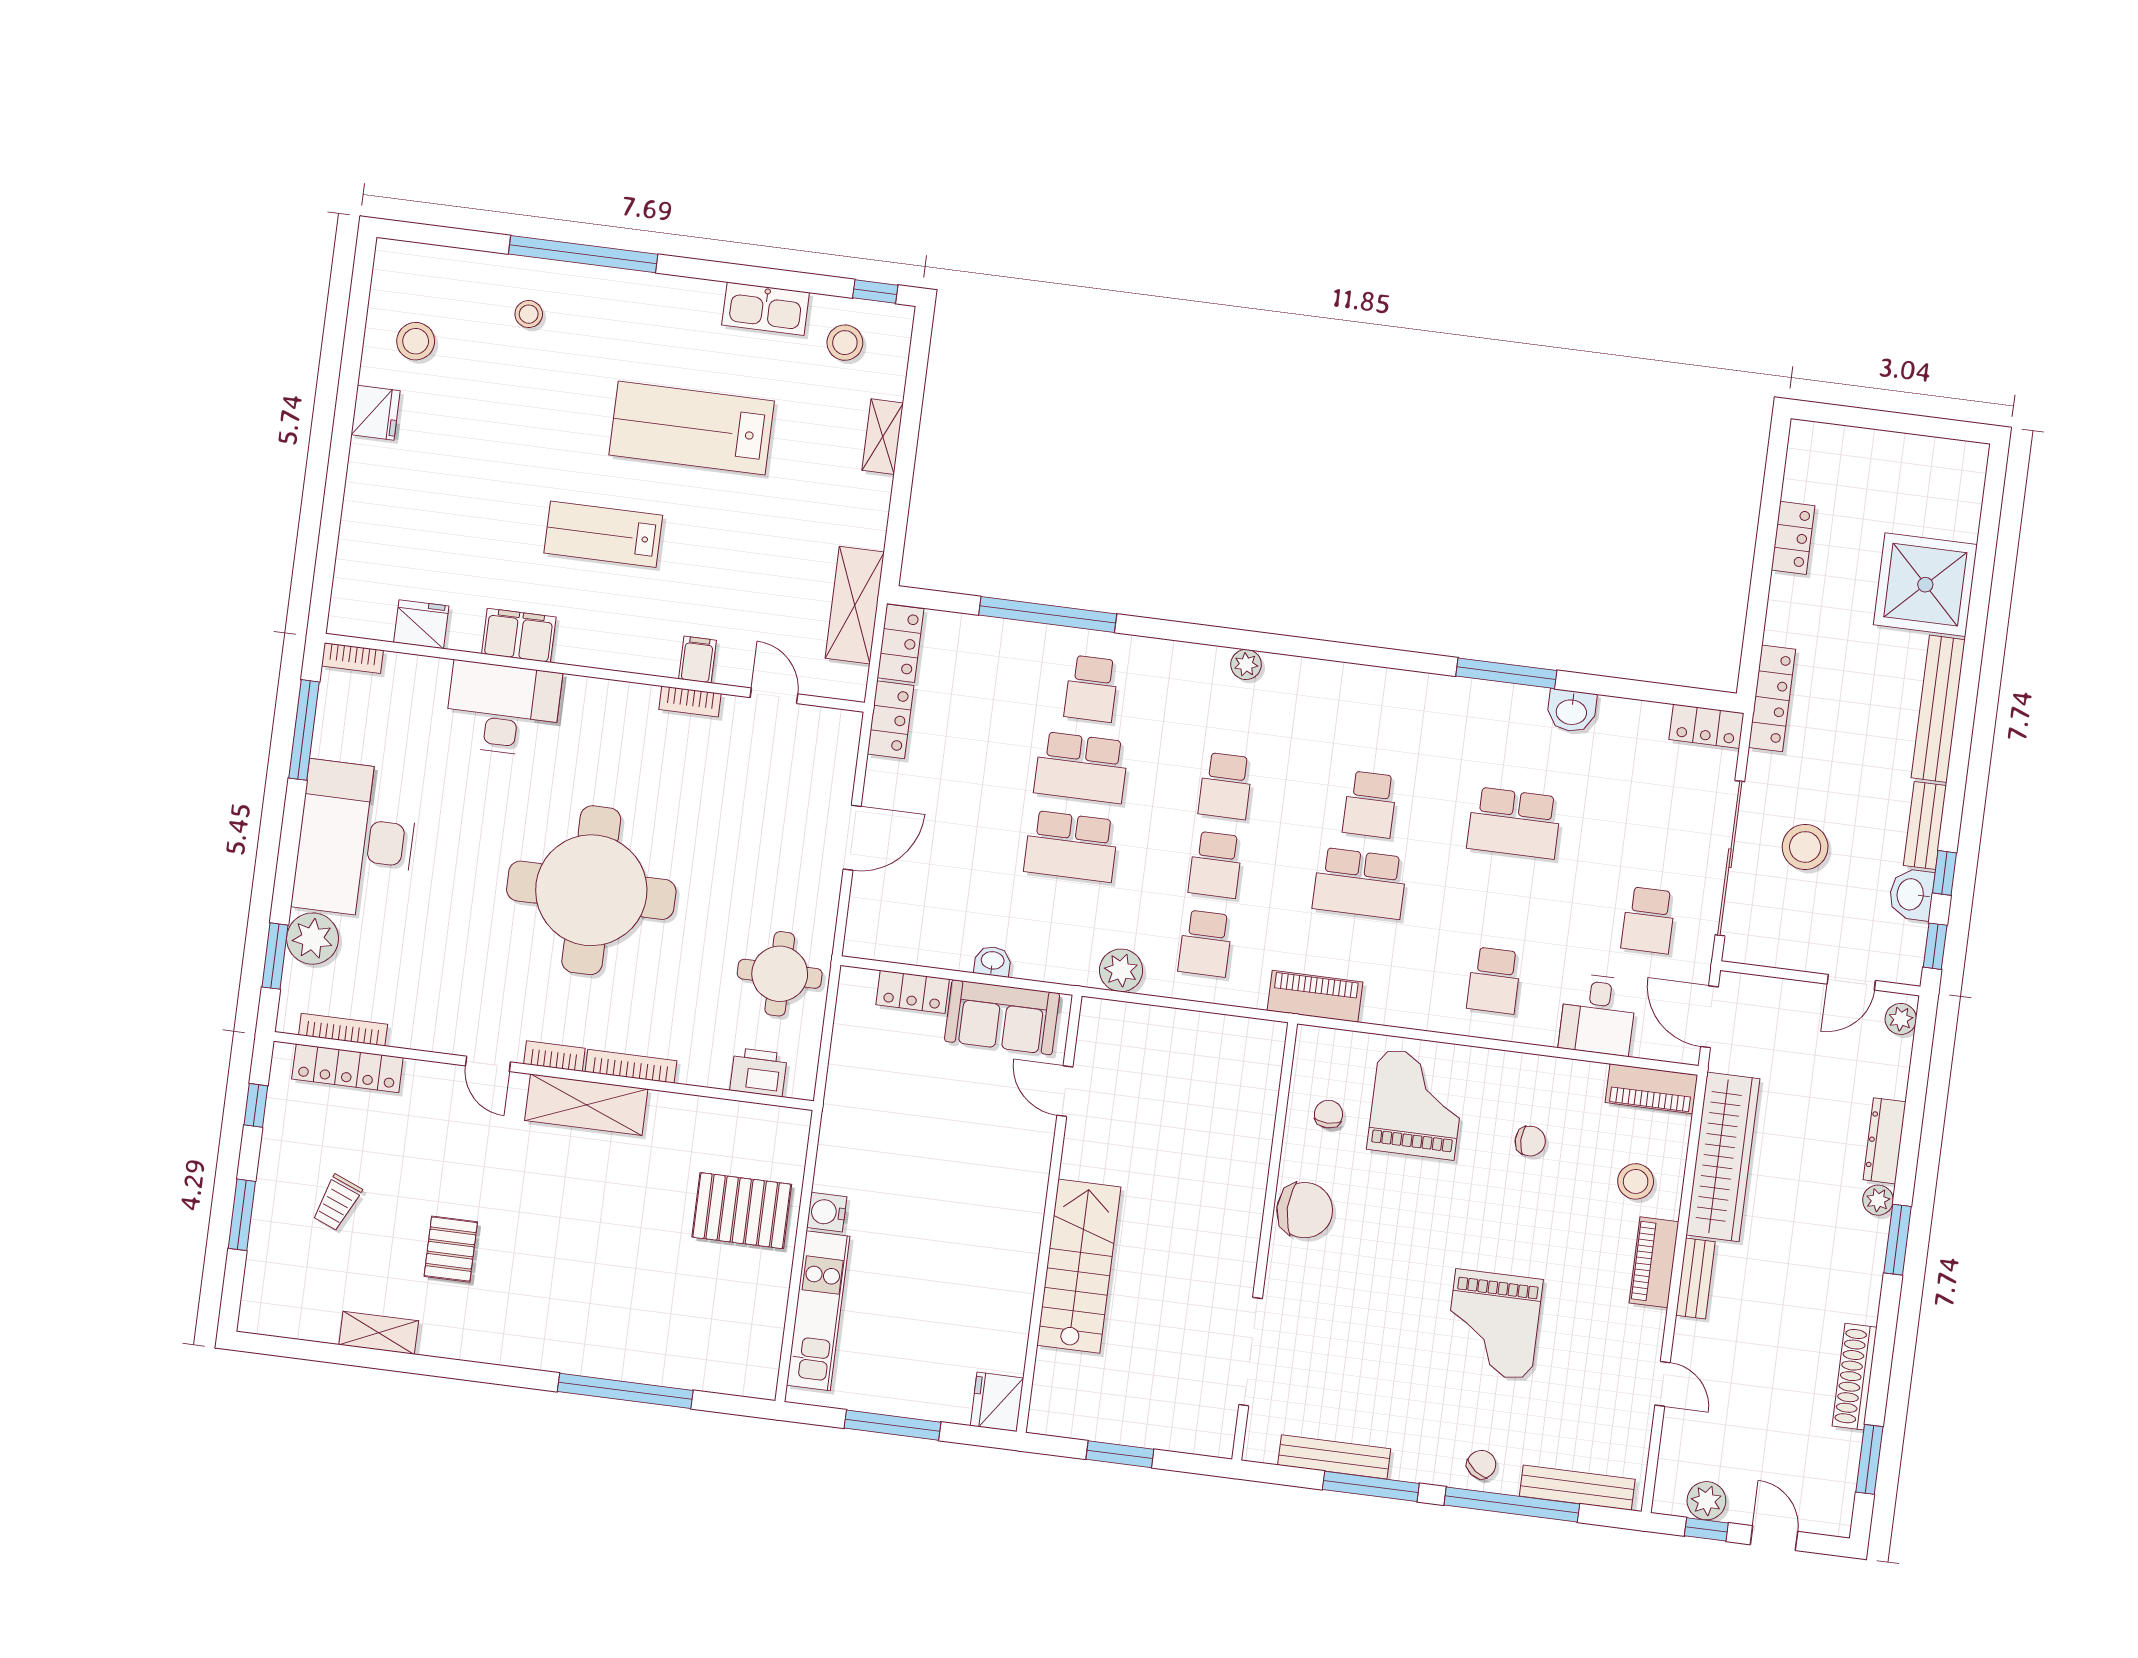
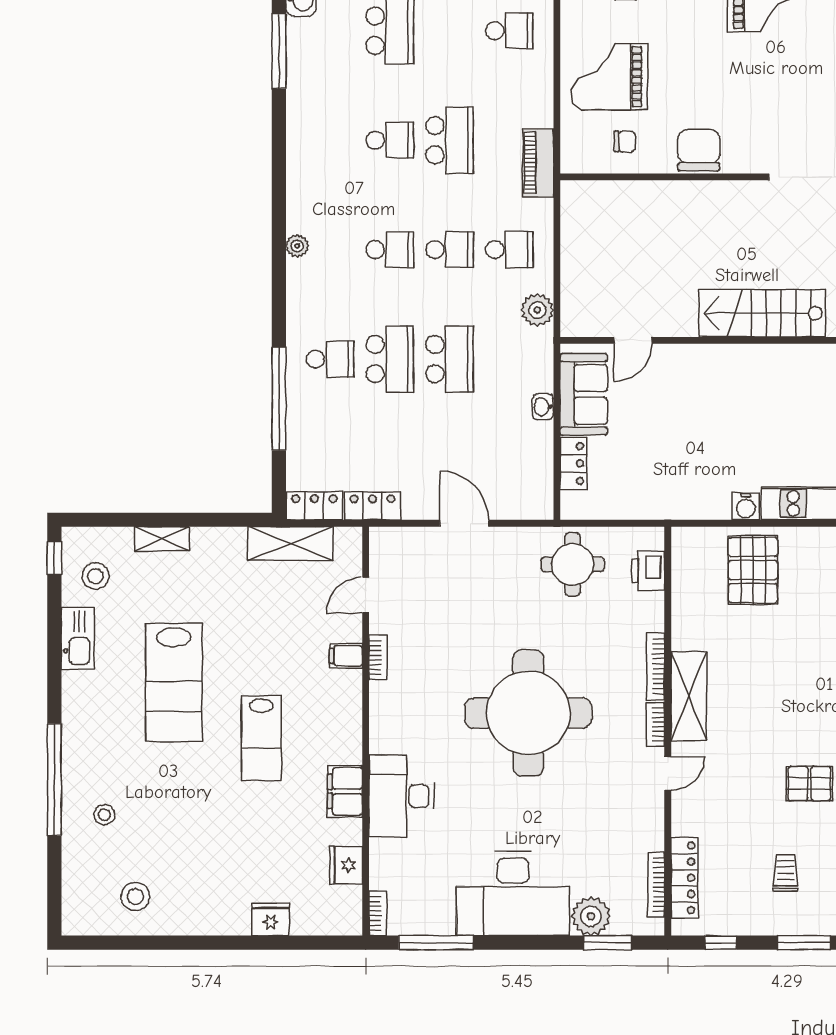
fridge: (376, 413) -> (271, 919), moved
chair: (1328, 1114) -> (625, 142), turned 180
trolley: (337, 1203) -> (786, 873), turned -112

